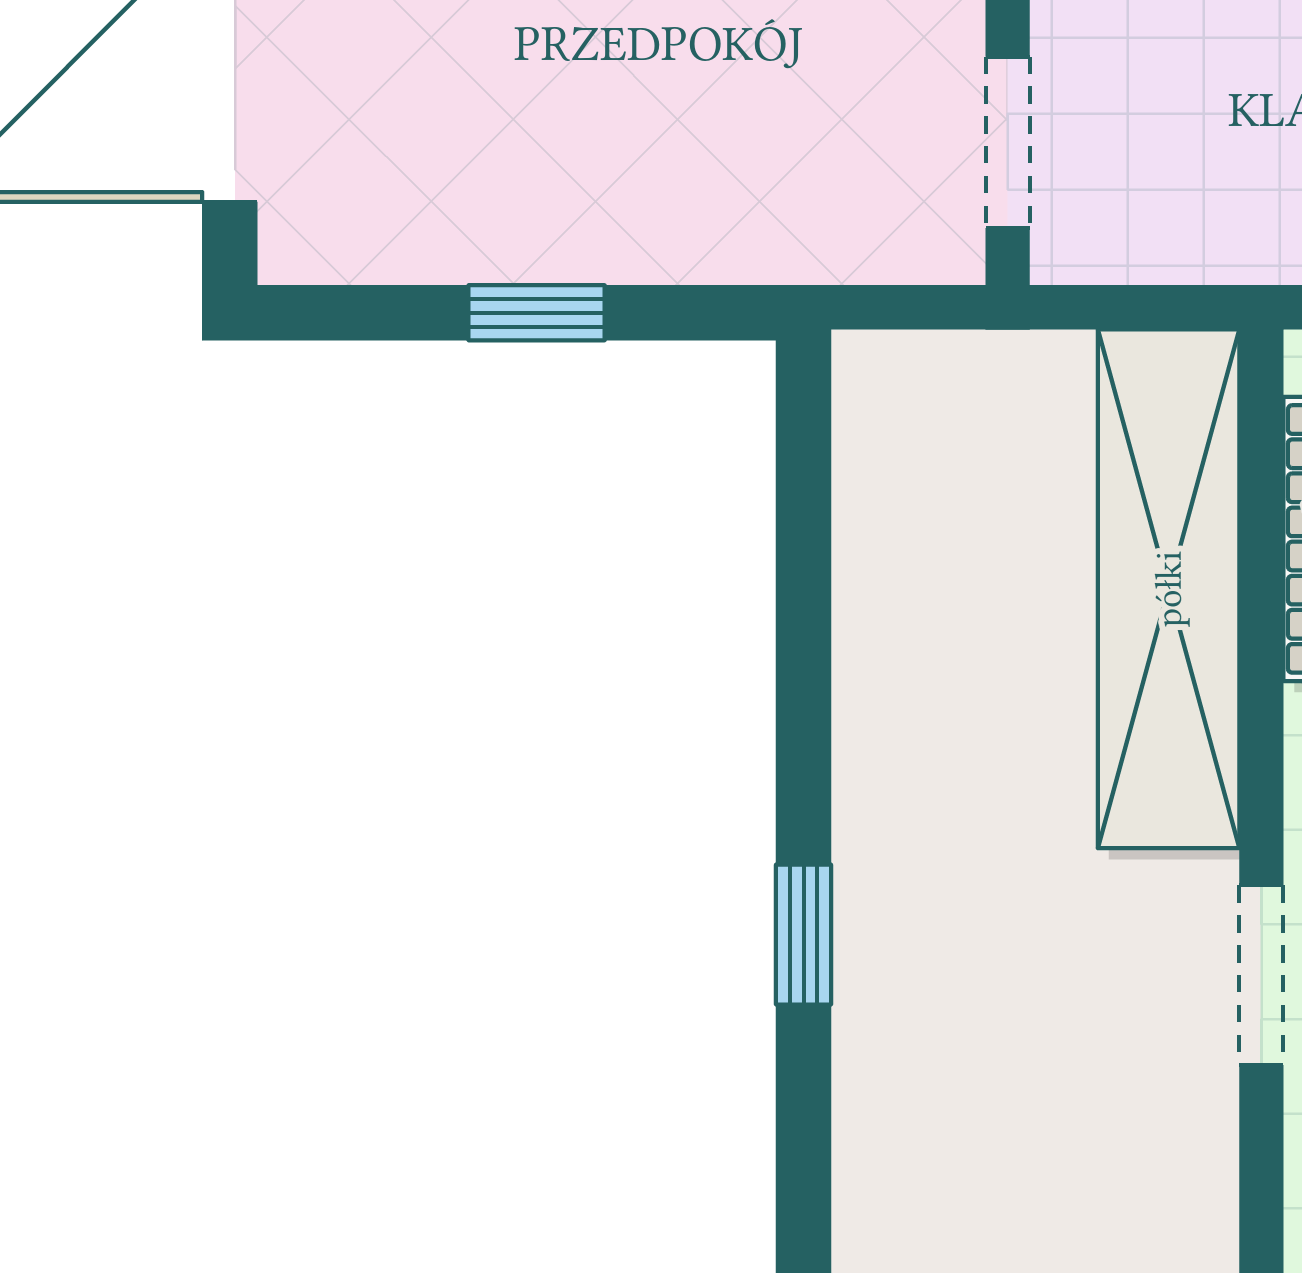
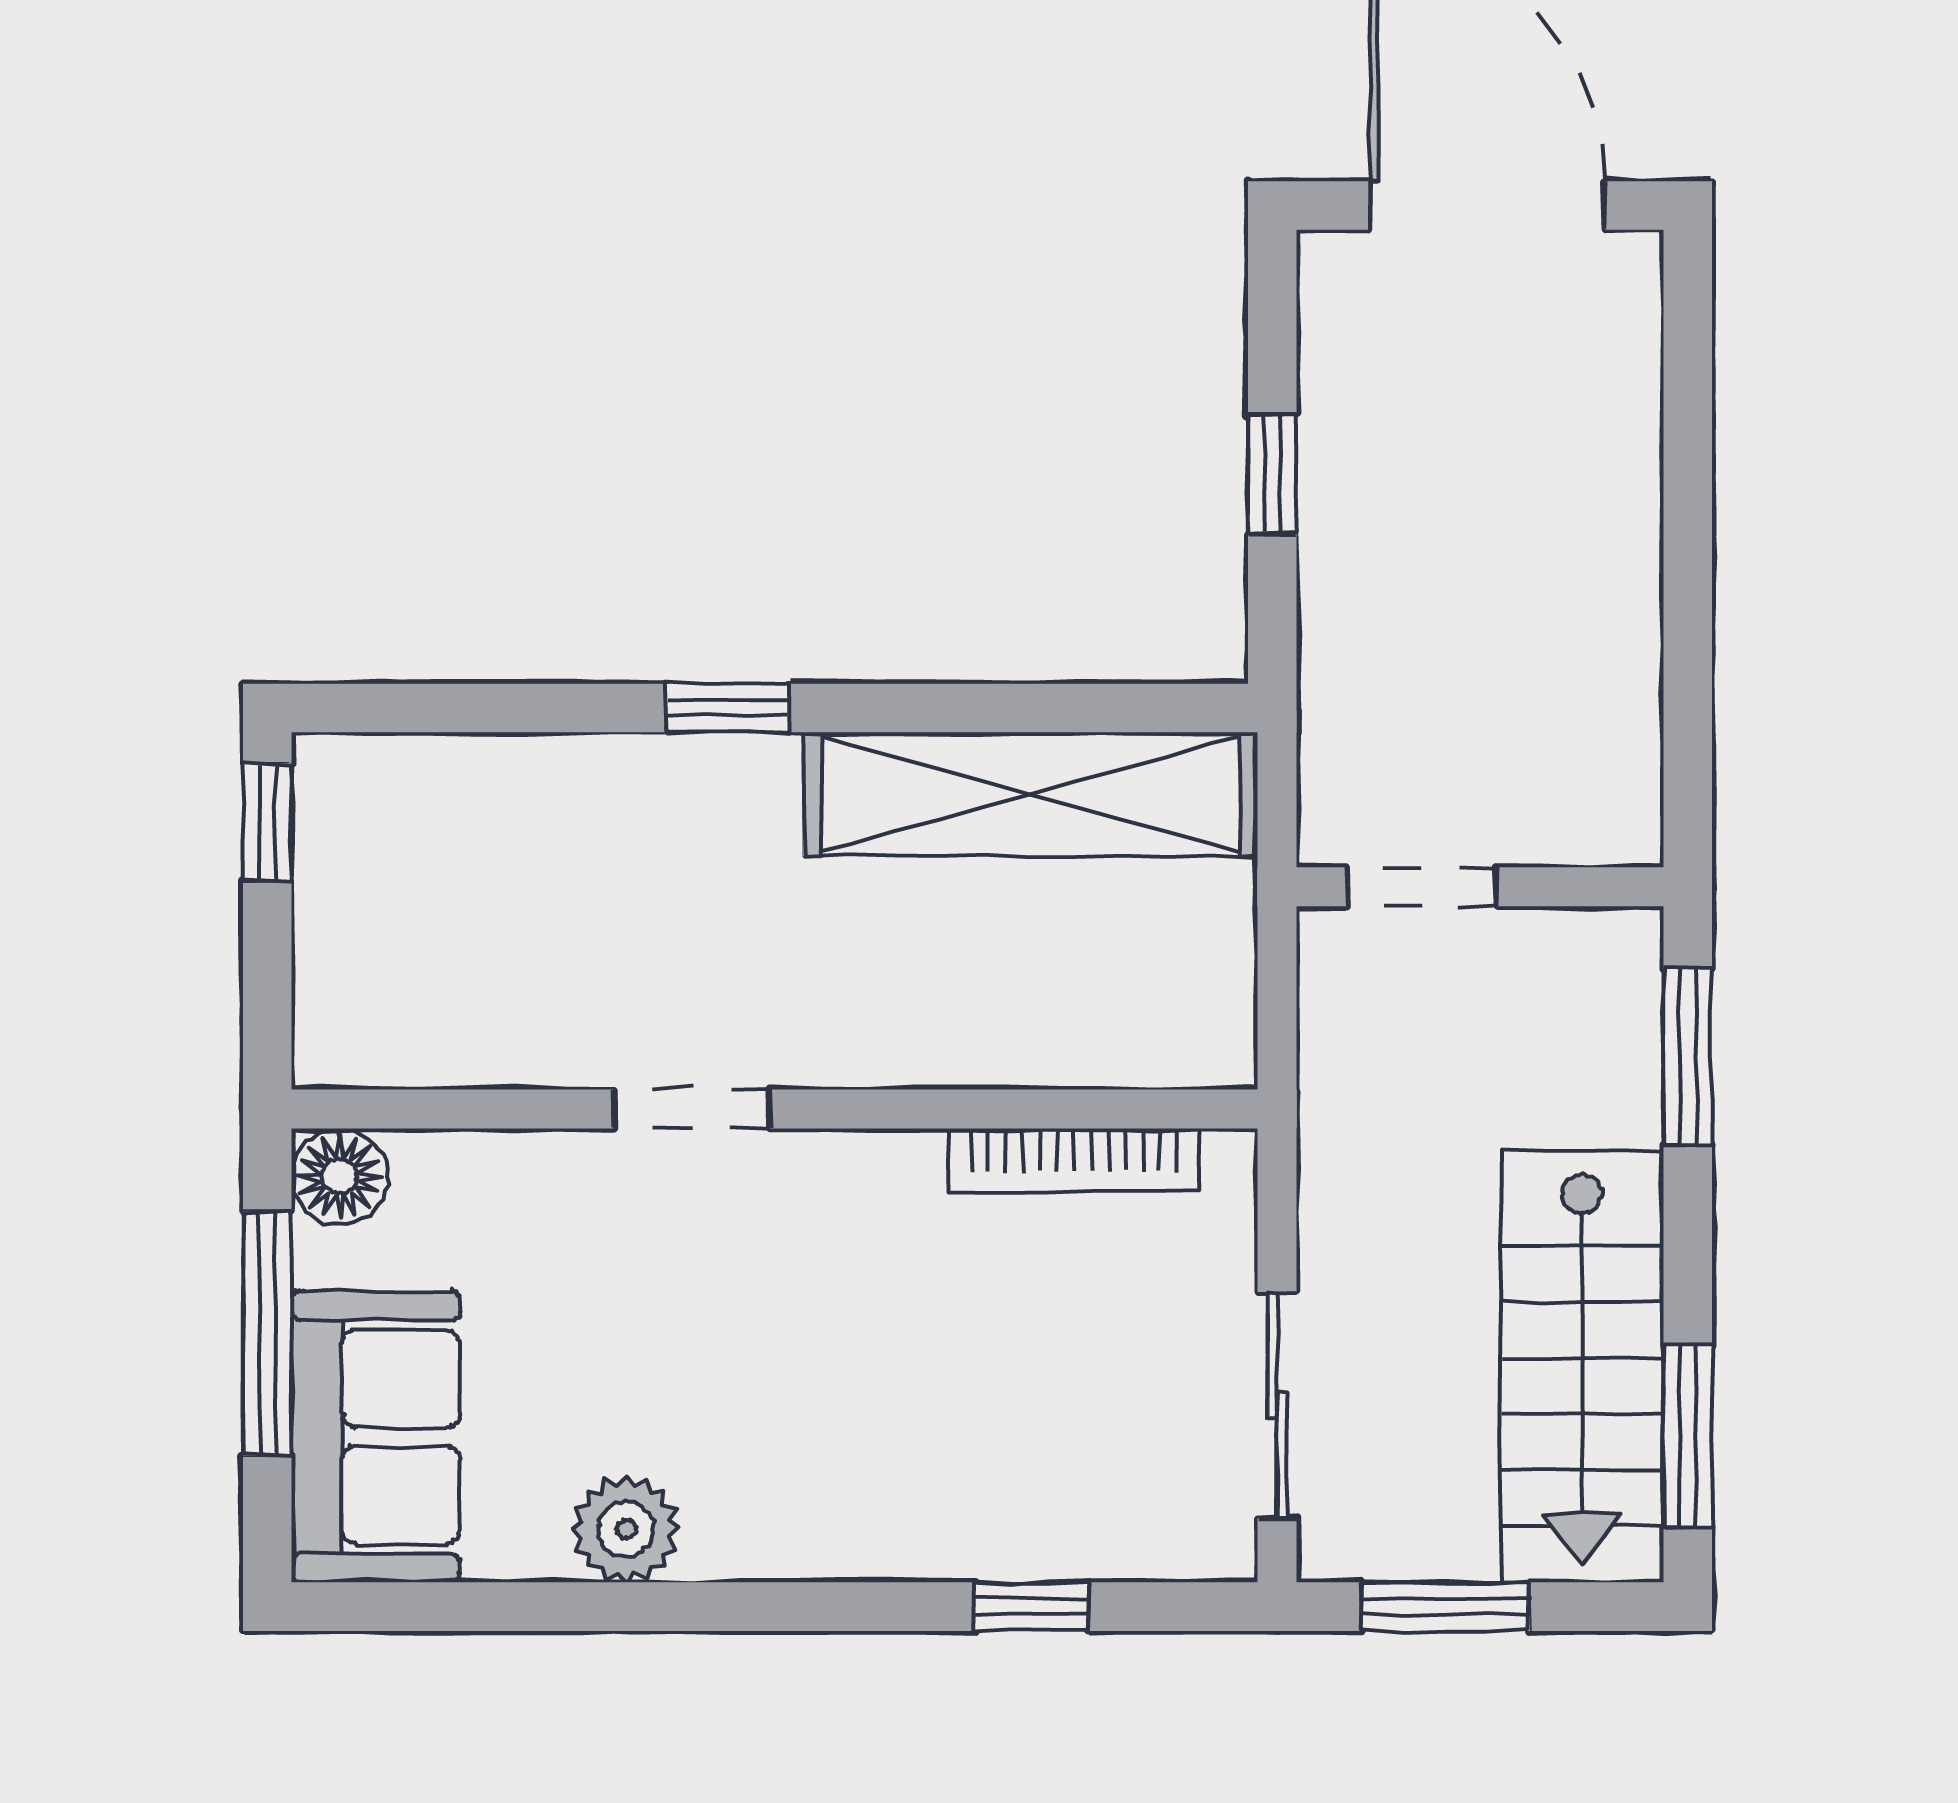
shelving: (1169, 589) -> (1030, 794), moved

